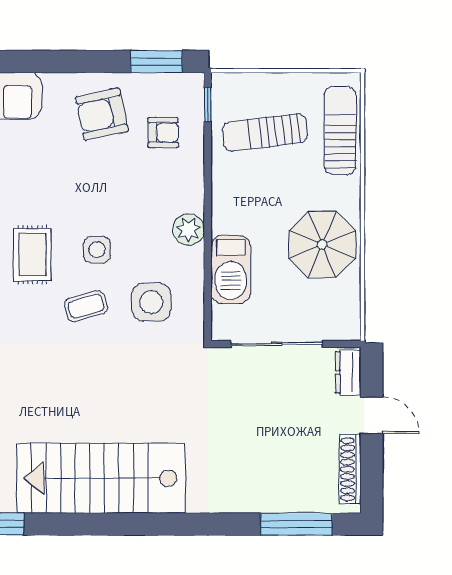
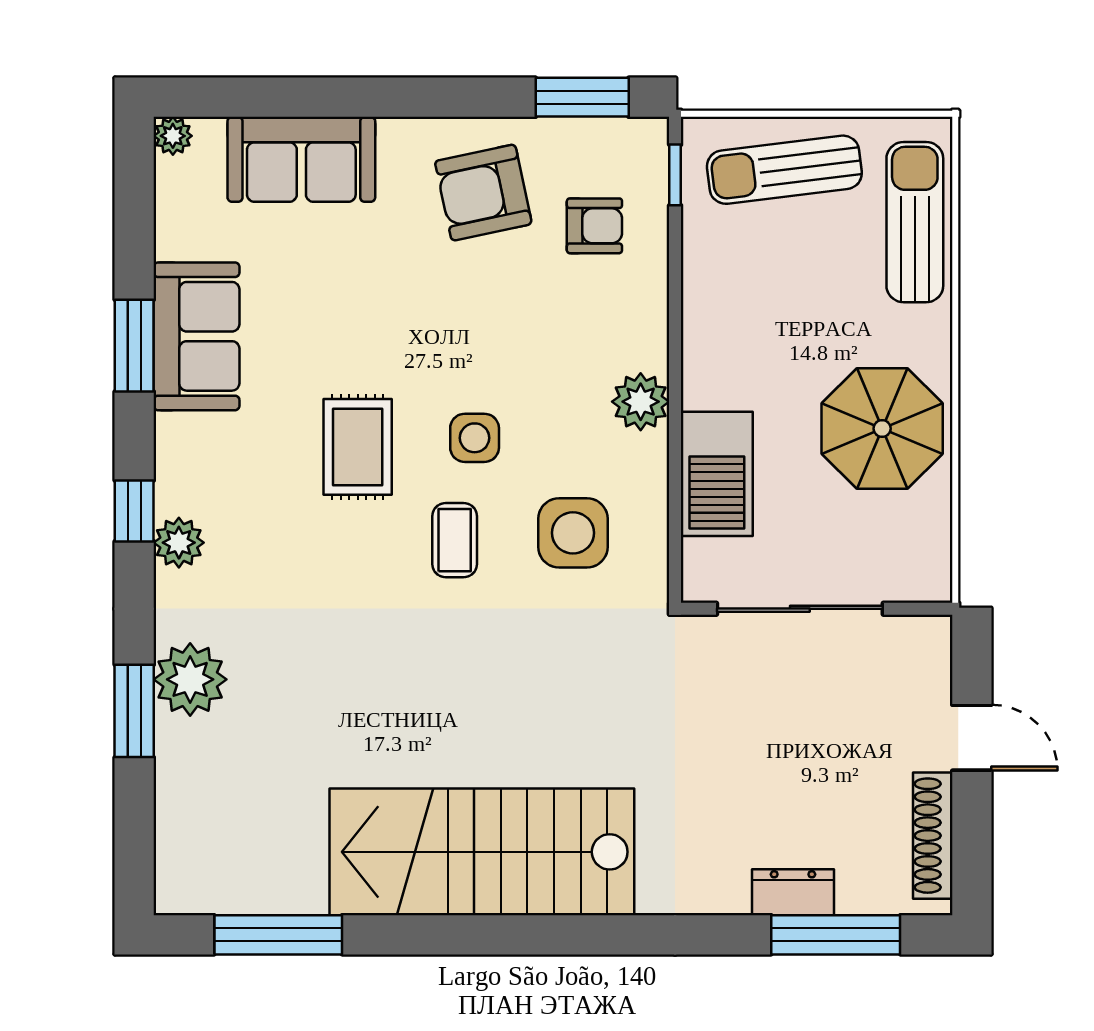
sun lounger: (265, 132) -> (784, 170), moved
coffee table: (86, 306) -> (455, 540), turned -74
dresser: (348, 372) -> (793, 892), moved, turned 90

